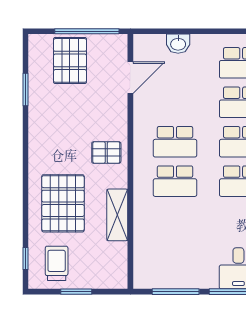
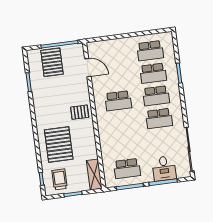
washbasin: (178, 44) -> (113, 44), removed
door: (130, 78) -> (88, 68), hinge flipped
school desk: (175, 181) -> (127, 169), moved
shelving: (117, 215) -> (94, 175), moved

